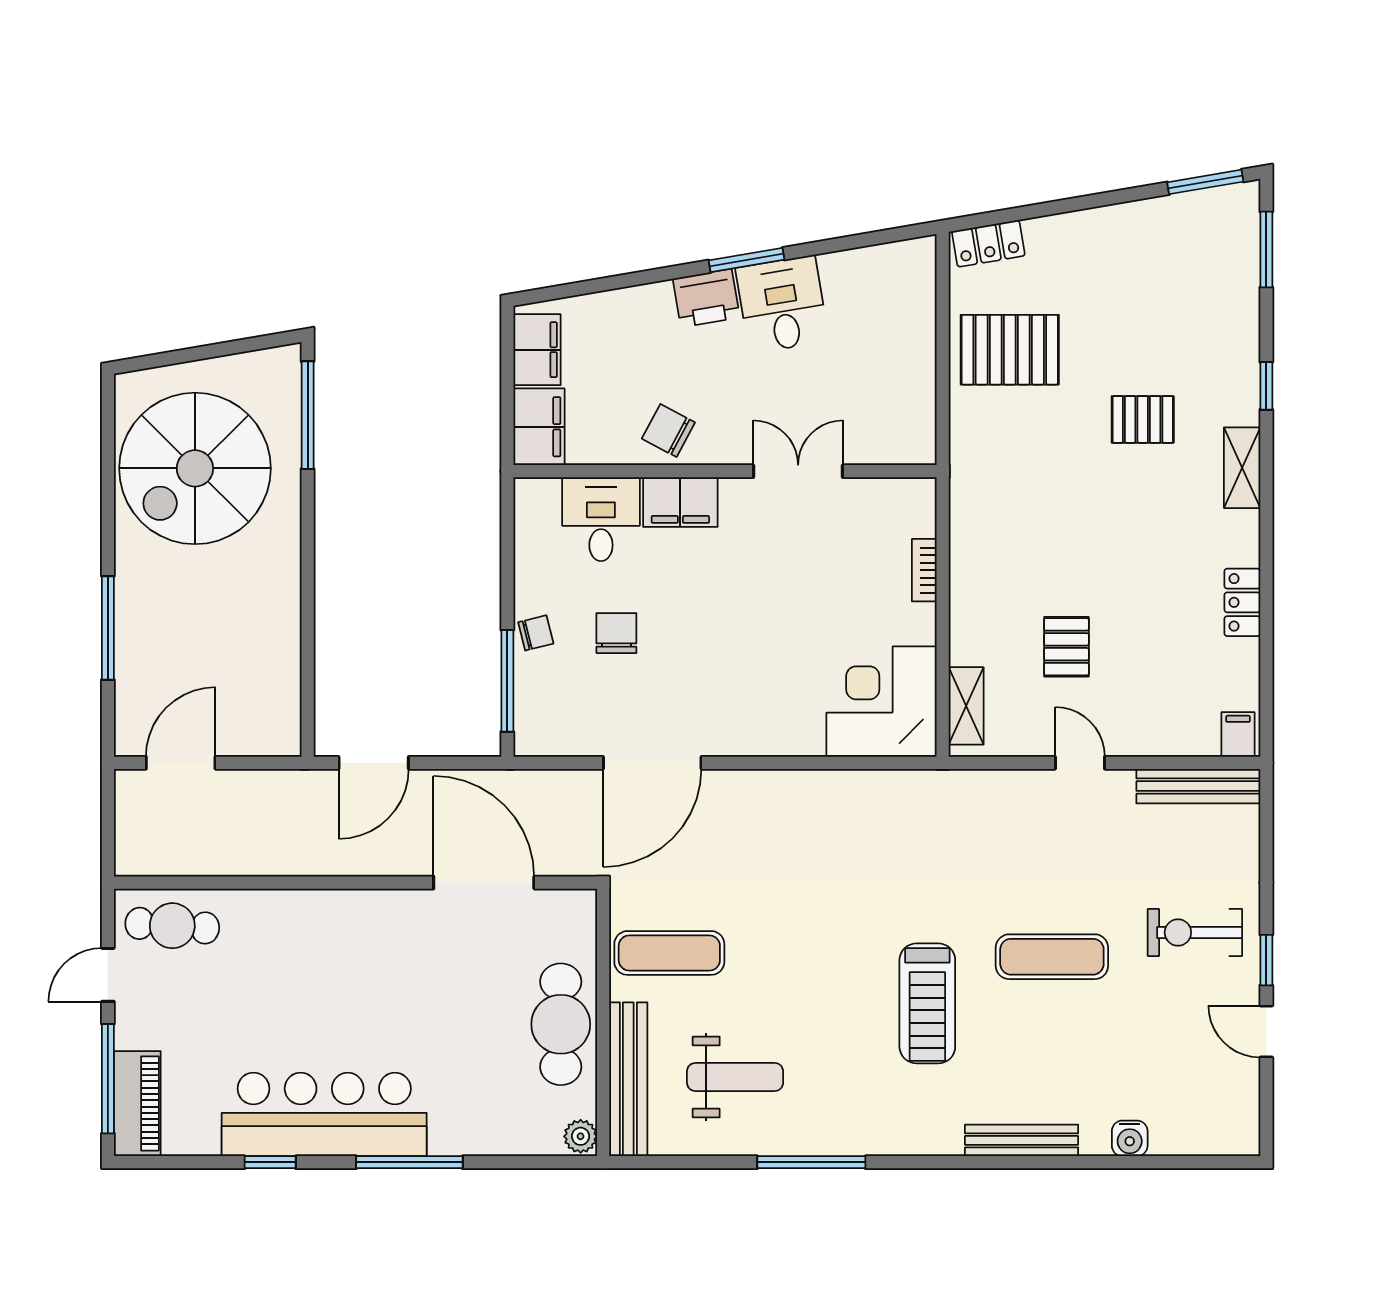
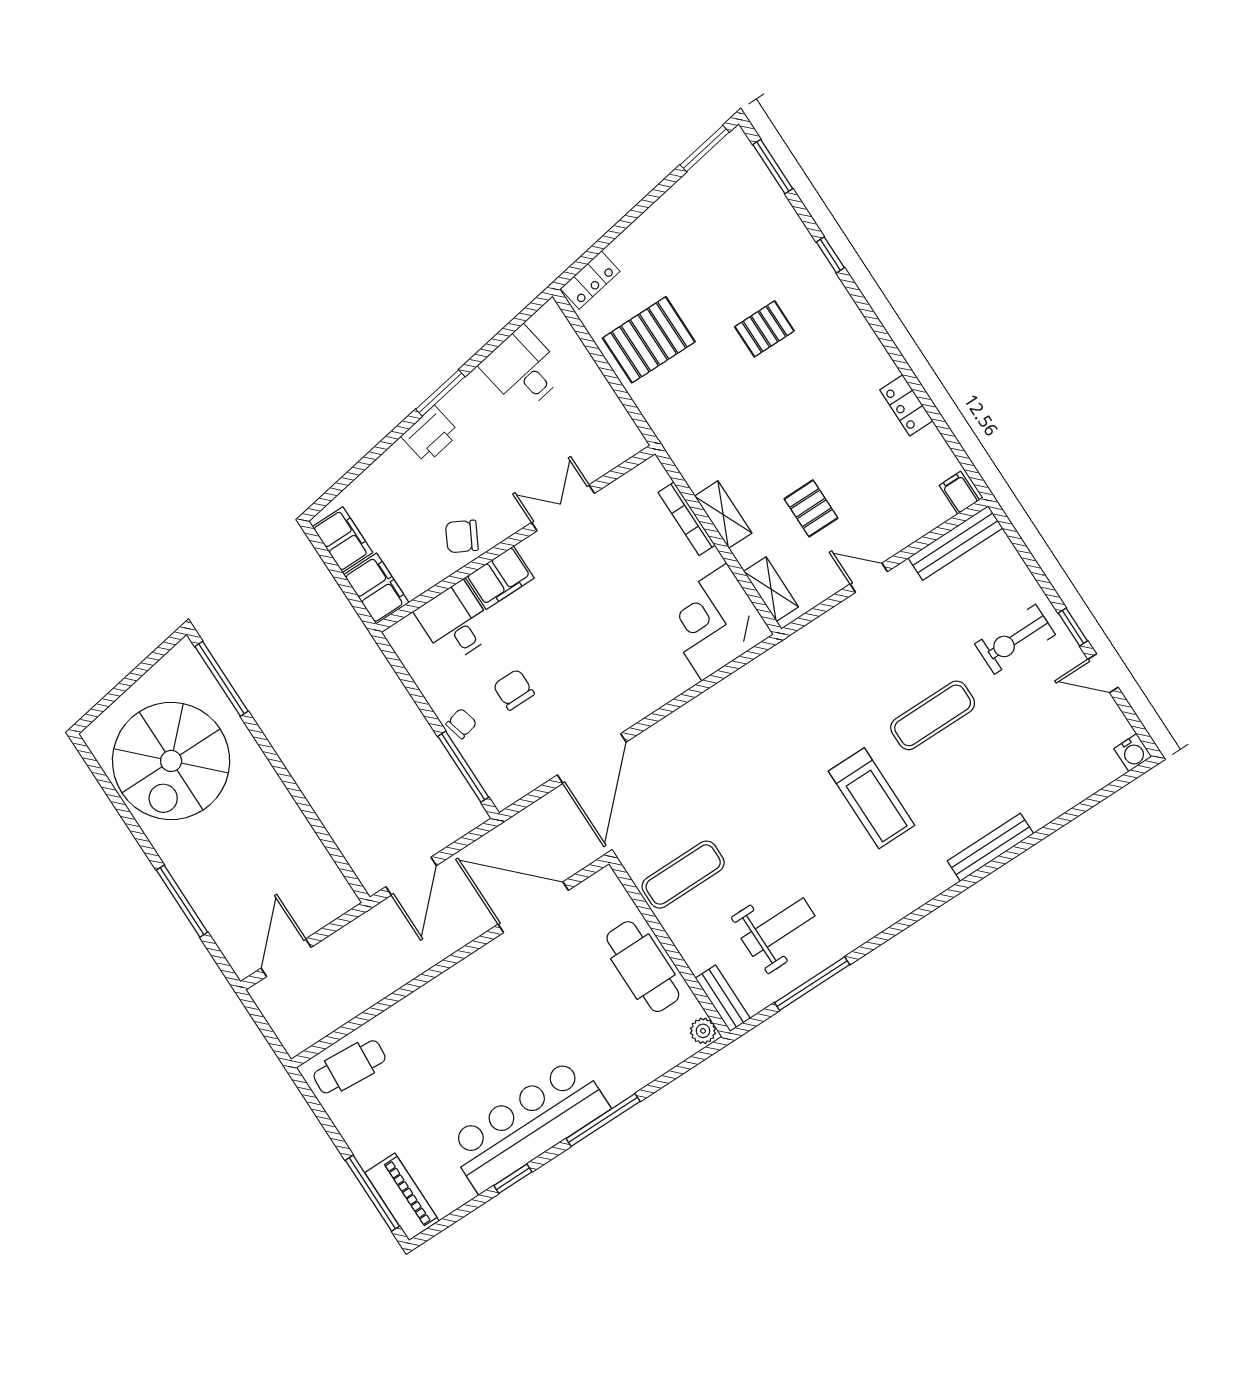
desk: (782, 304) -> (523, 369), moved
shelving: (1242, 468) -> (723, 515), moved
bookcase: (924, 570) -> (687, 519), width x1.56
door: (108, 975) -> (329, 1126), removed
bench: (628, 1079) -> (723, 998), width x0.54, depth x0.82
water cooler: (1130, 1138) -> (1133, 753), moved
window: (811, 1162) -> (812, 984), moved

